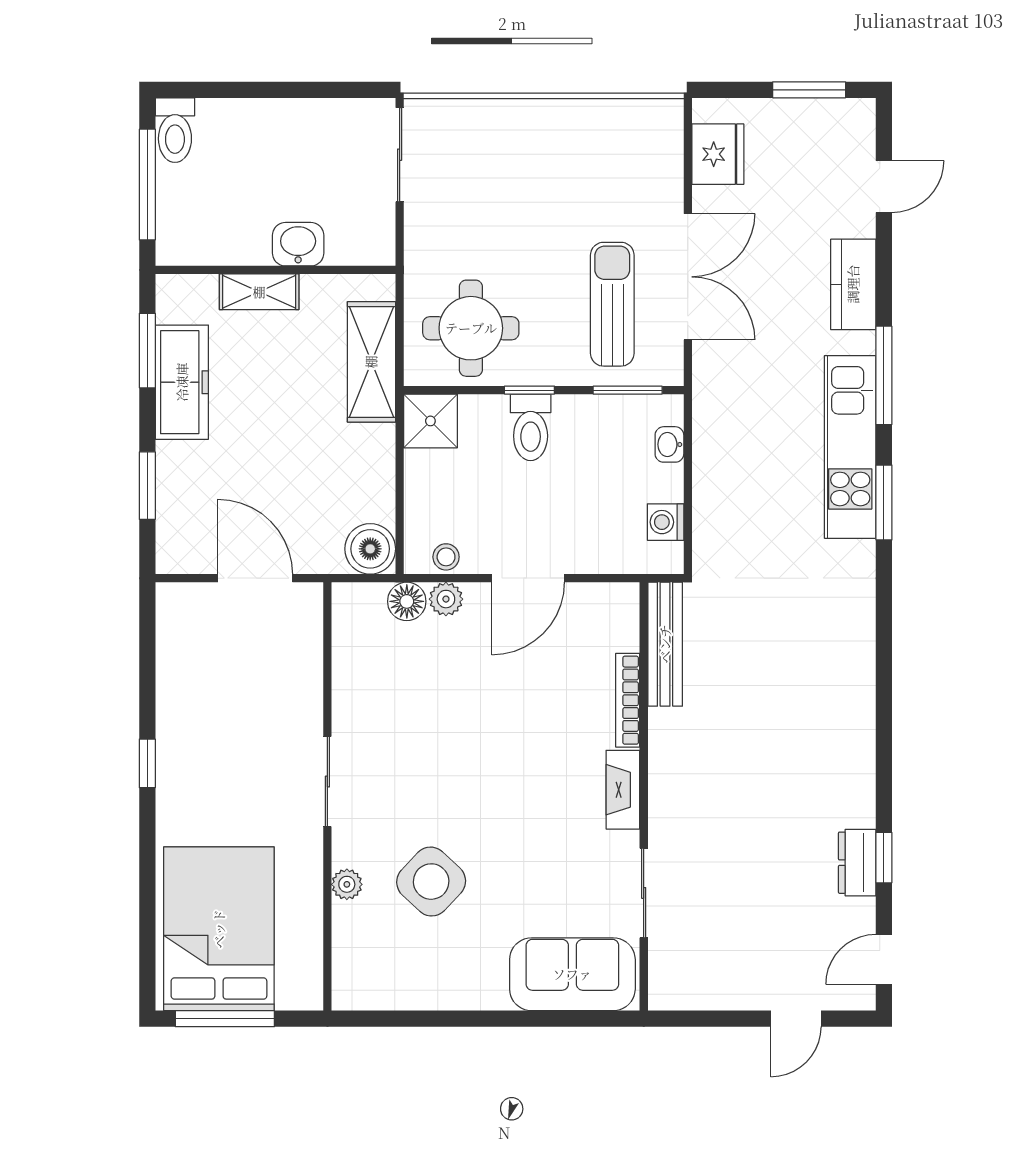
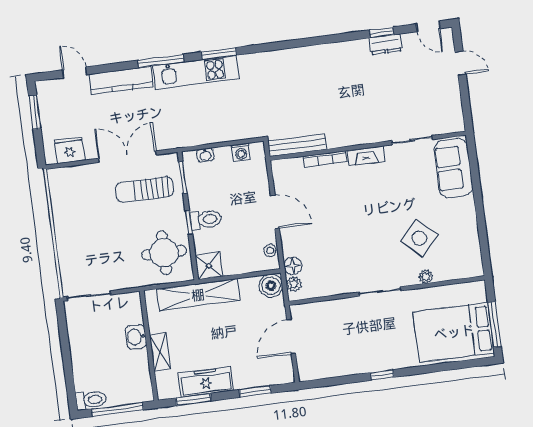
kitchen counter: (853, 284) -> (121, 80), width x1.50
shelving: (371, 362) -> (198, 295), width x1.47
plant: (446, 599) -> (294, 284), moved

